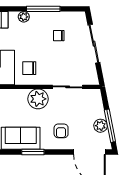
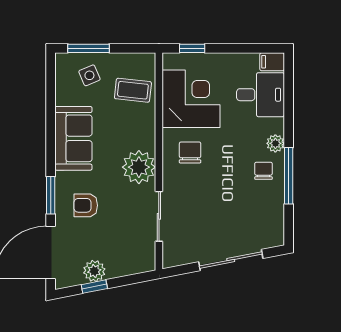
chair: (59, 36) -> (263, 171), moved
window: (110, 126) -> (94, 287), width x0.46
window: (33, 152) -> (51, 195), moved

